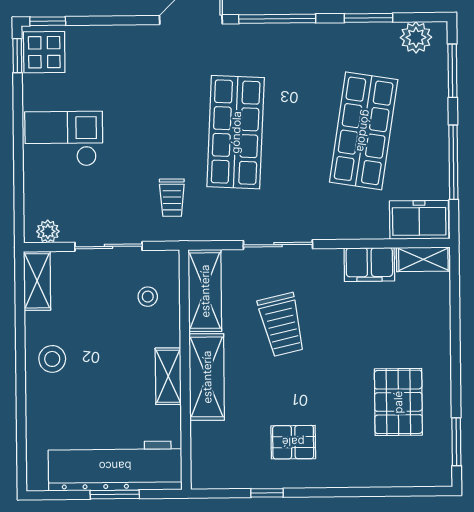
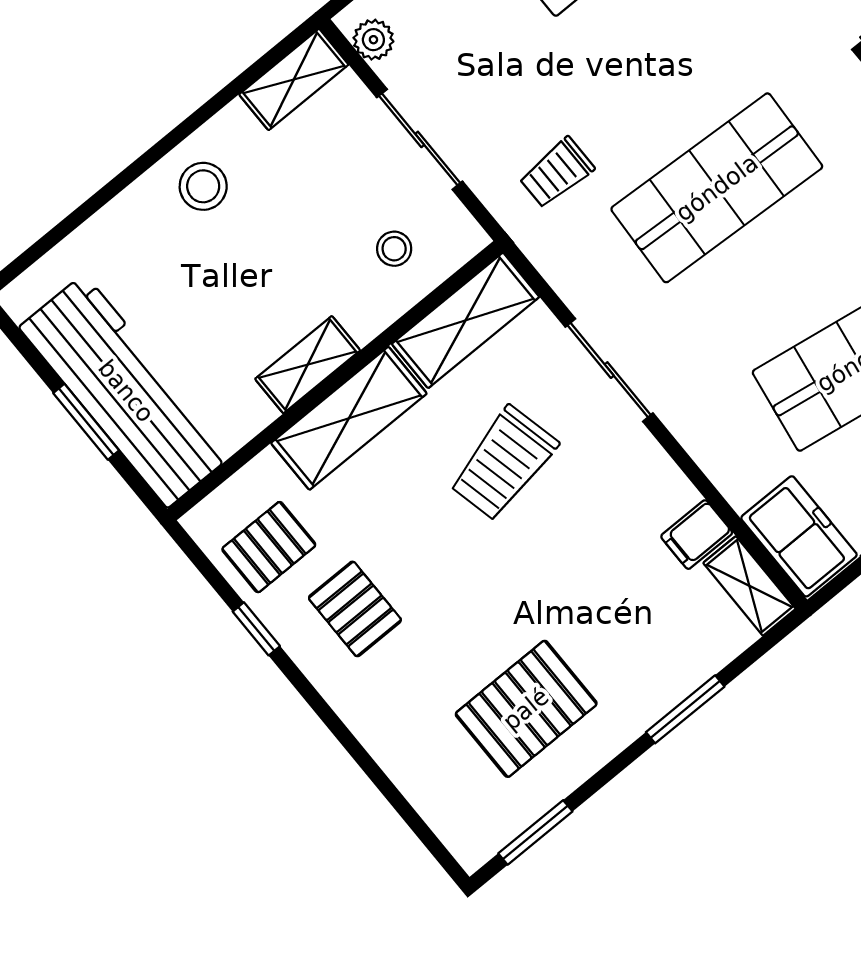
filing cabinet: (369, 265) -> (697, 535), width x0.50
window: (455, 332) -> (685, 709), added
pallet: (235, 458) -> (269, 547), added

